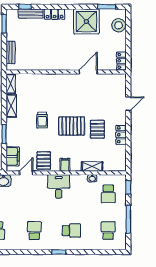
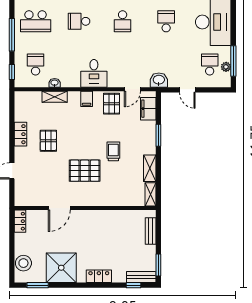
bench: (31, 13) -> (141, 277), moved
pallet: (72, 126) -> (85, 171), moved
school desk: (108, 231) -> (36, 21), width x1.85

